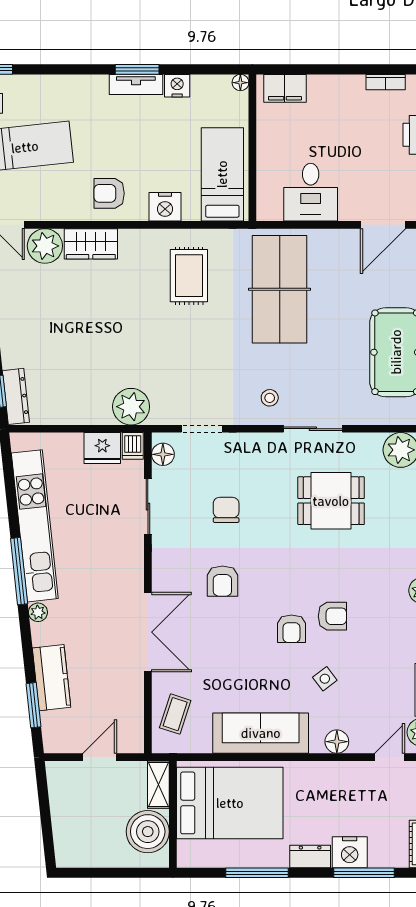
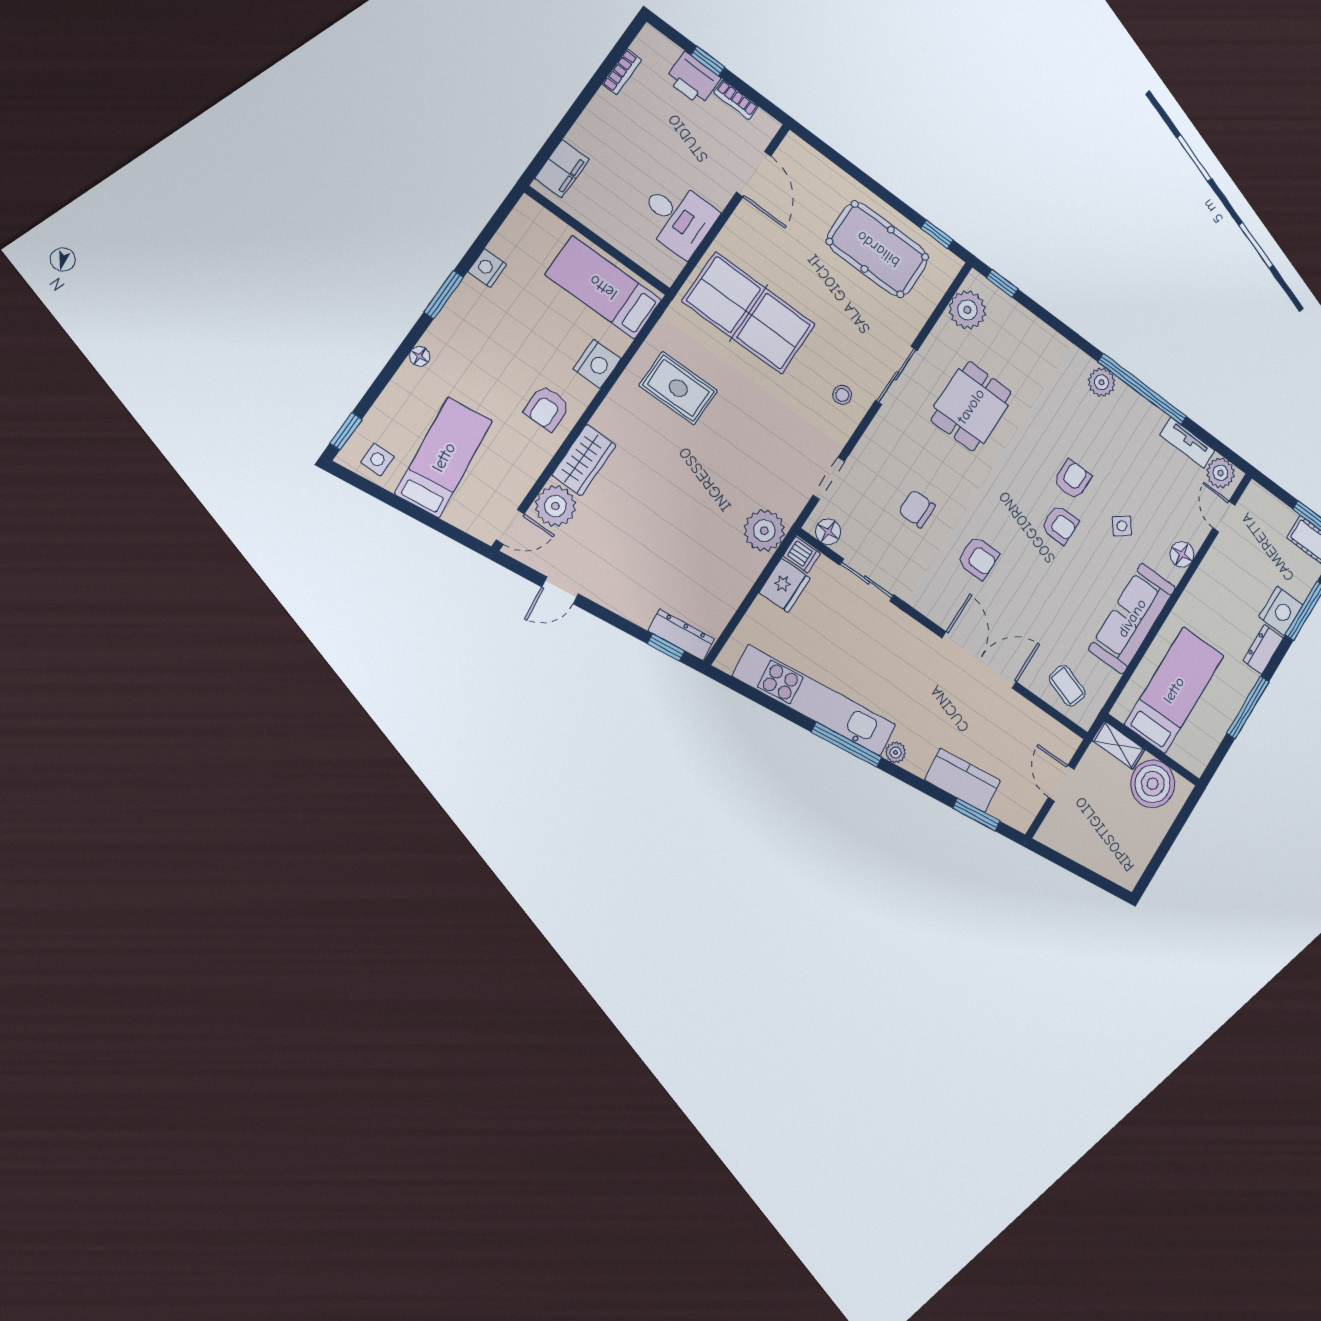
floor lamp: (240, 83) -> (420, 356), moved
tv unit: (136, 84) -> (458, 306), removed
bed: (230, 803) -> (1174, 690), width x0.67

